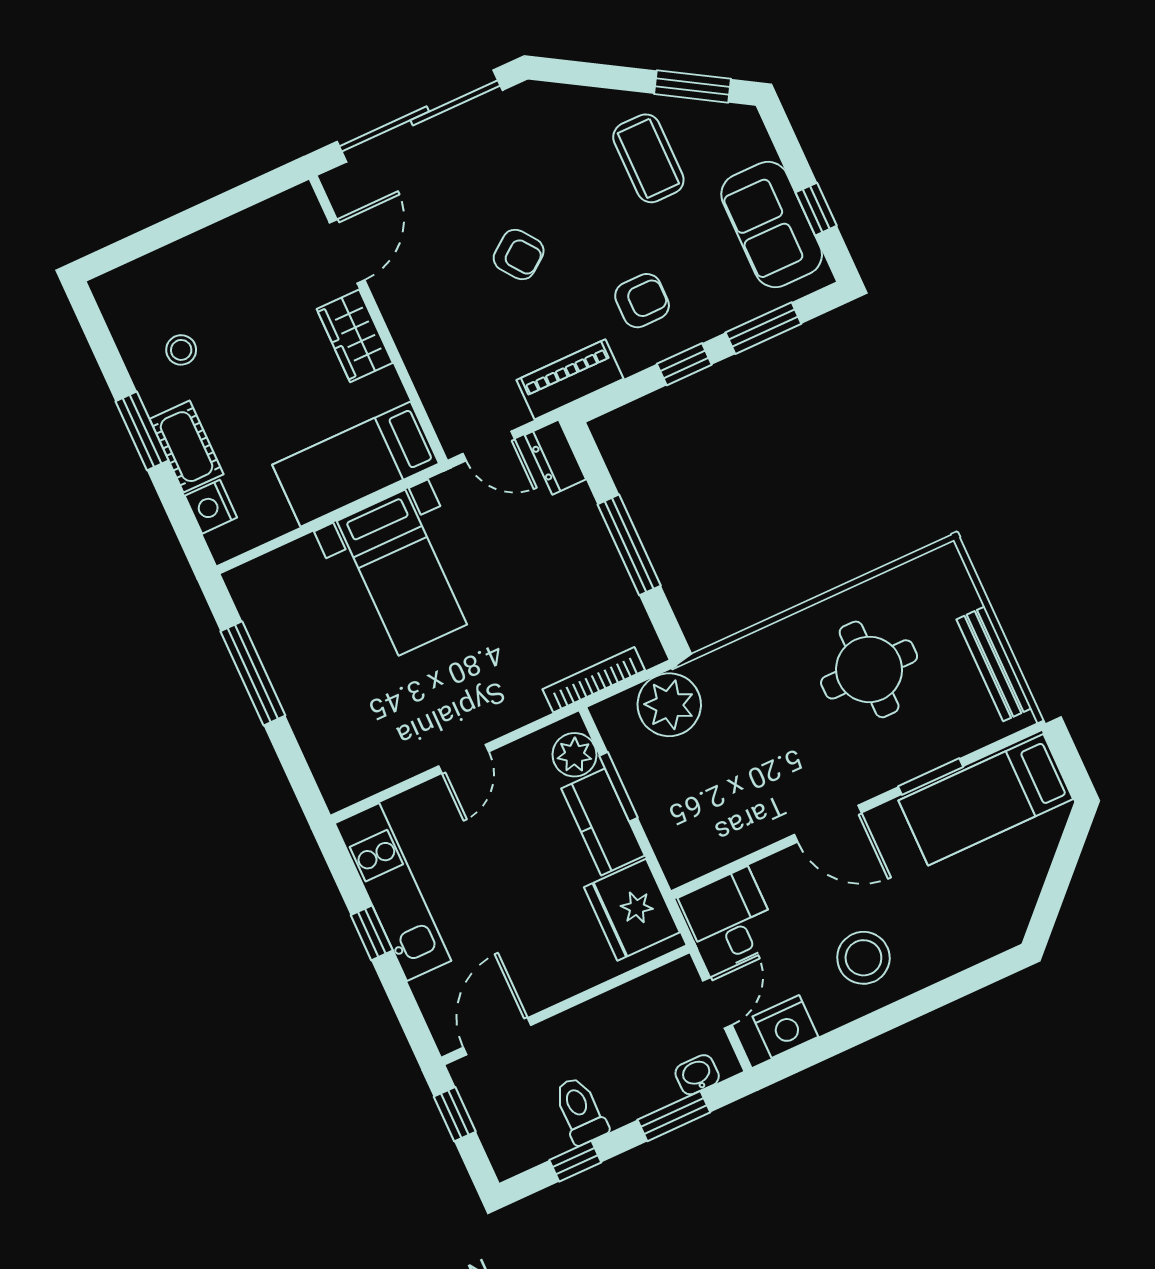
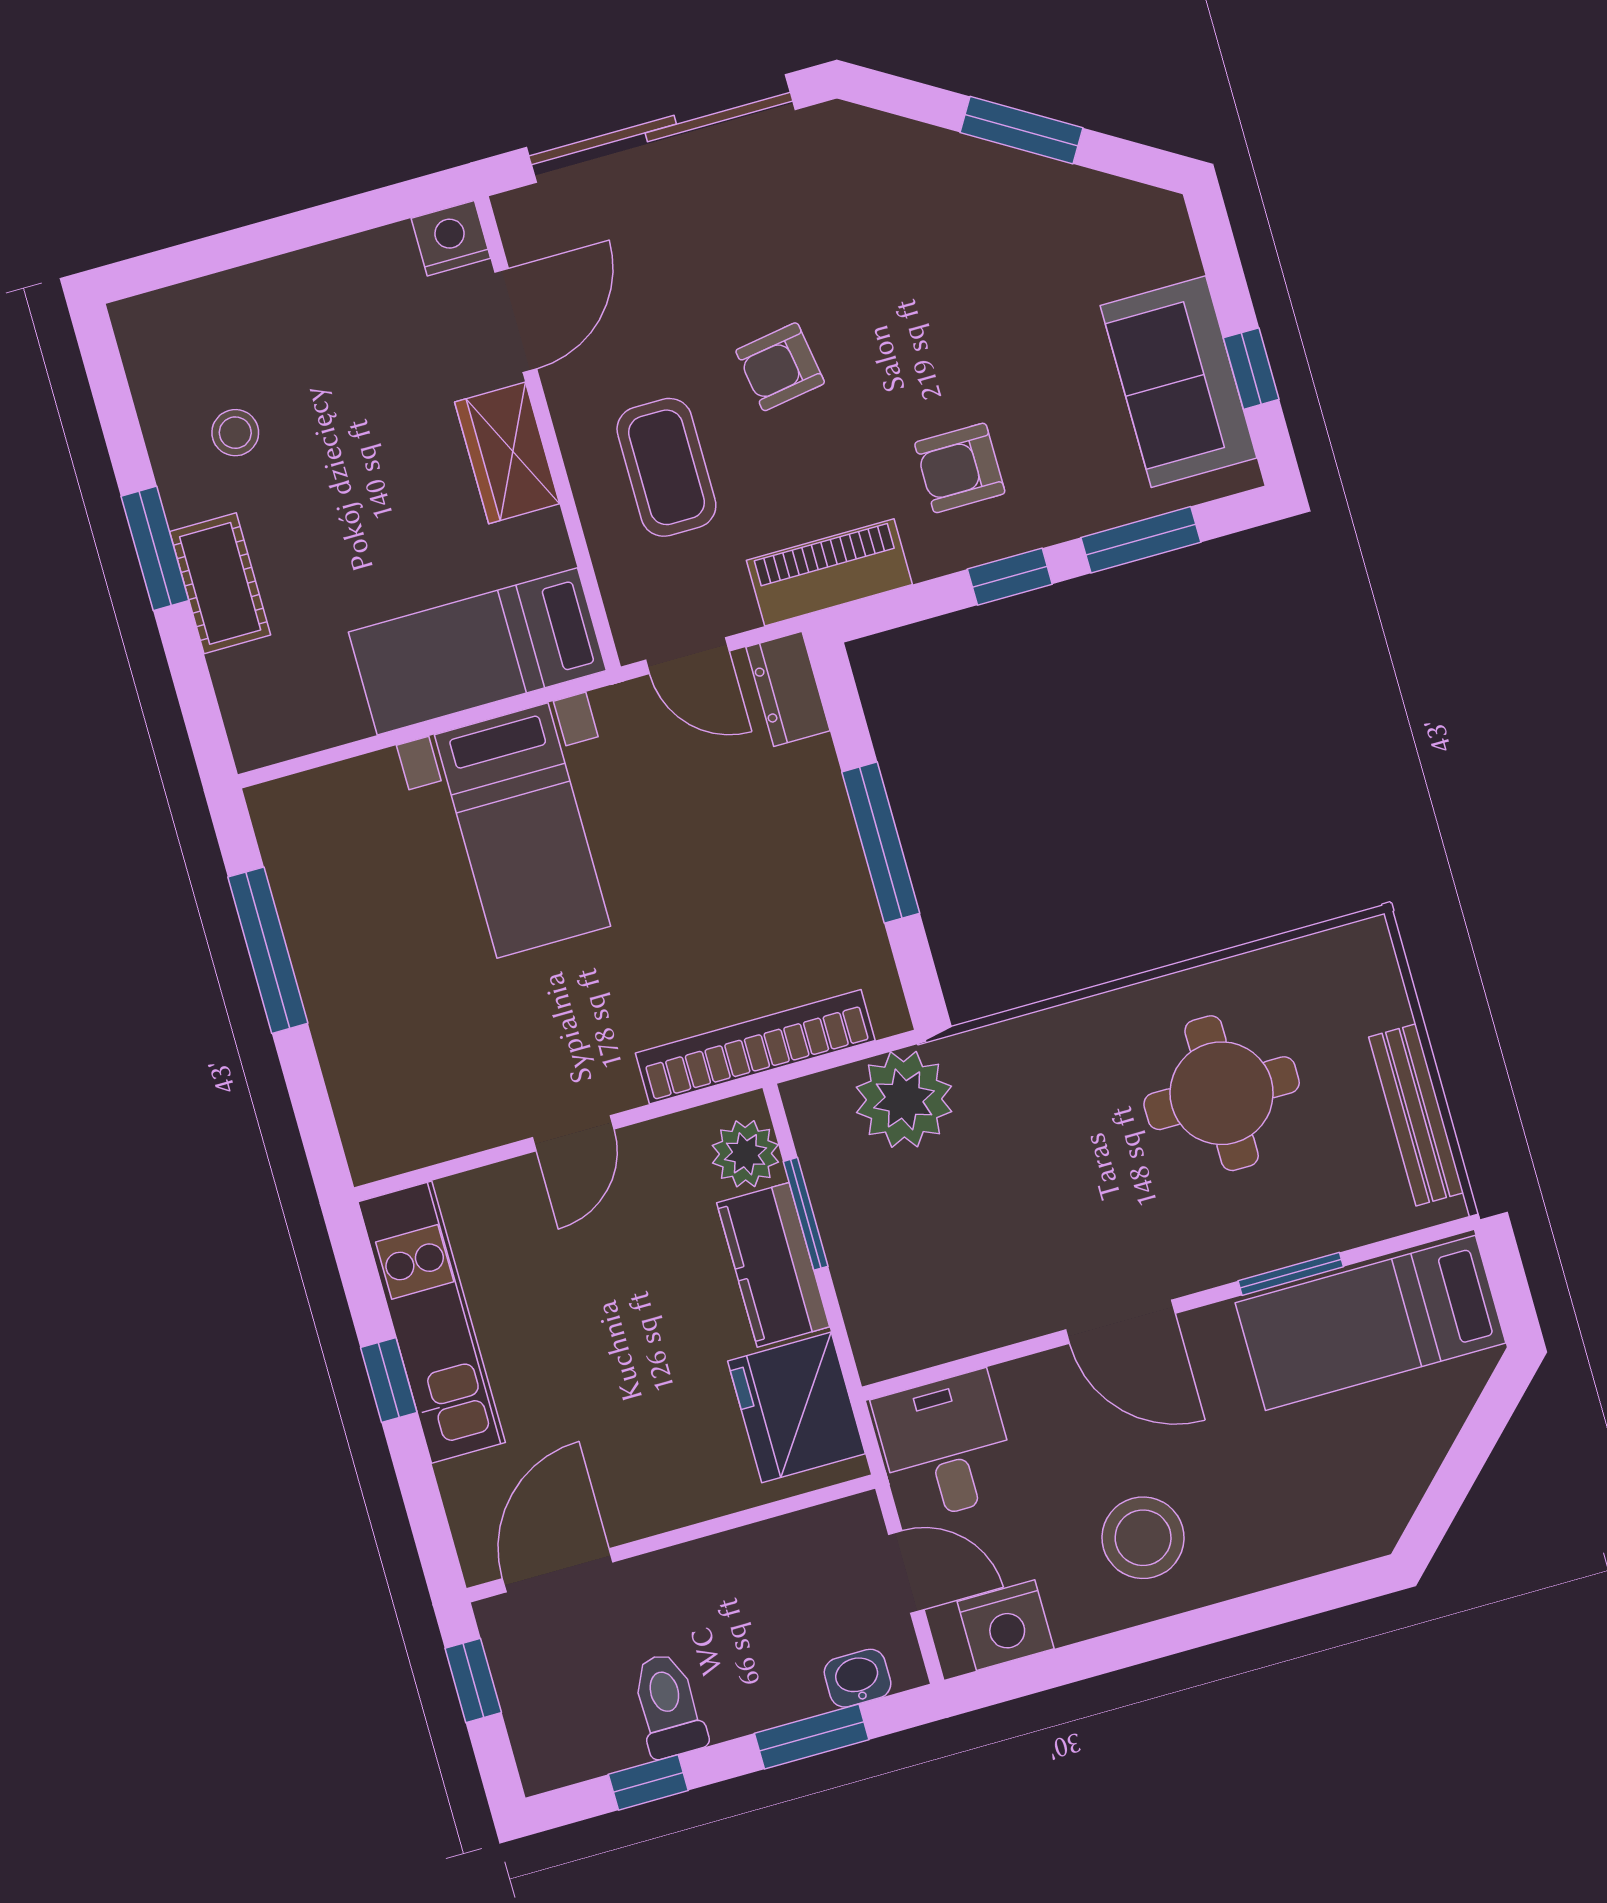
window: (693, 86) -> (1022, 130), moved
coffee table: (648, 158) -> (666, 467), moved
armchair: (519, 254) -> (780, 367), turned 118
armchair: (642, 301) -> (960, 468), turned 180
nightstand: (211, 507) -> (451, 238), moved, turned 90
bookcase: (594, 680) -> (755, 1047), width x1.48, depth x1.31
door: (717, 1003) -> (906, 1572), hinge flipped

